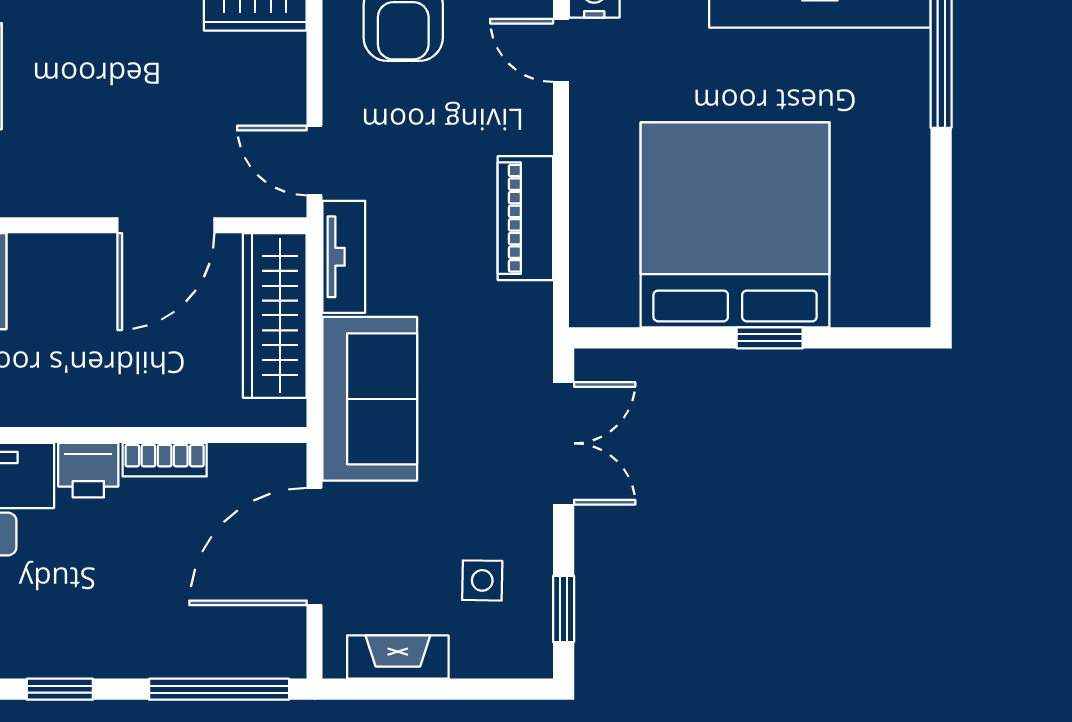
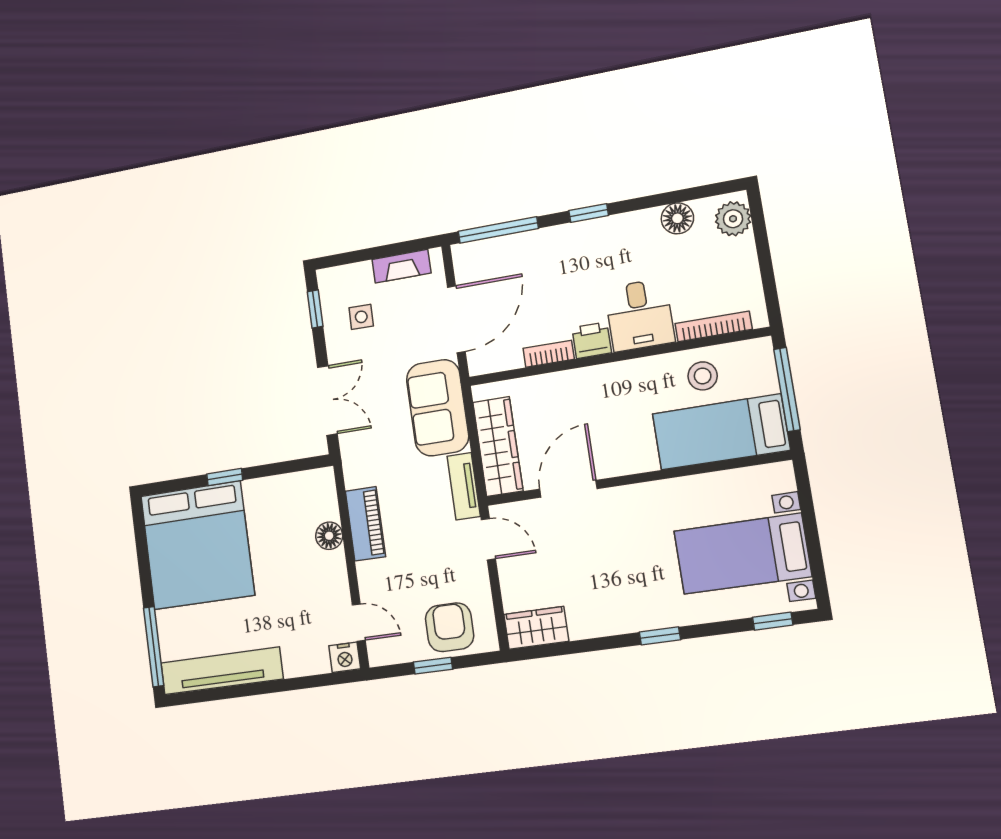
floor lamp: (593, 207) -> (329, 536), added
bed: (735, 225) -> (197, 545), moved
double door: (564, 443) -> (327, 400), swing flipped

